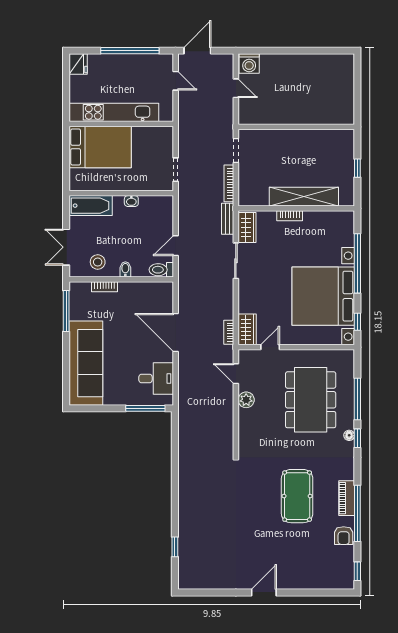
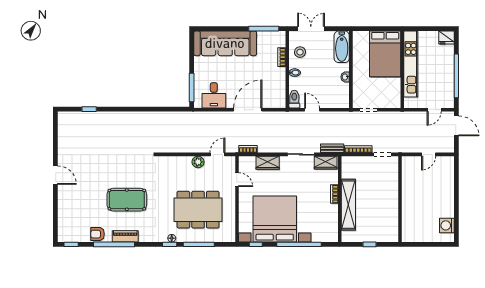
washing machine: (249, 64) -> (447, 225), moved
wardrobe: (247, 329) -> (268, 163), moved

